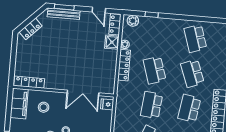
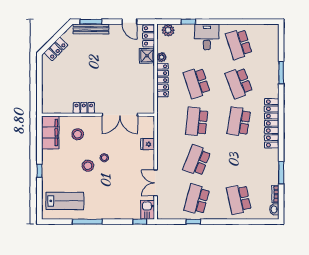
desk: (167, 30) -> (207, 37), added
locker: (29, 82) -> (84, 108), moved, width x0.66
fridge: (107, 104) -> (148, 144), moved

